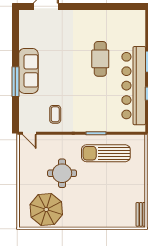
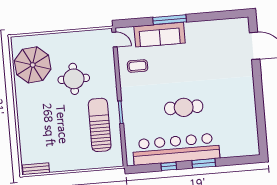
cafe table: (100, 59) -> (184, 107), moved
sofa: (28, 71) -> (160, 35), moved
door: (29, 133) -> (115, 40), swing flipped

